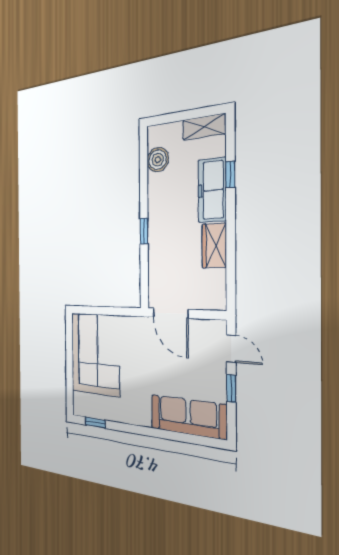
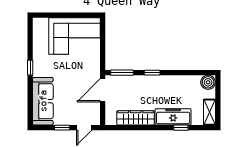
boiler: (158, 160) -> (208, 82), moved
wardrobe: (214, 246) -> (136, 118), width x1.50
window: (144, 280) -> (122, 73), added
window: (95, 423) -> (30, 68), moved

